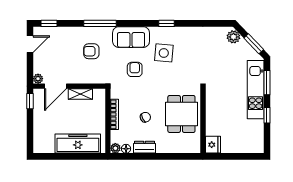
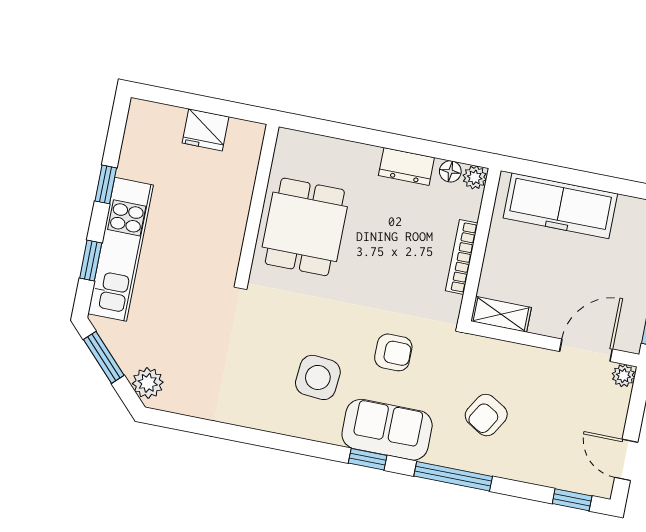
window: (167, 23) -> (368, 459), moved
door: (30, 44) -> (626, 460), hinge flipped
armchair: (91, 51) -> (486, 415), turned 121
armchair: (135, 69) -> (393, 352), turned -90
window: (267, 83) -> (91, 261), width x0.67
shelving: (80, 94) -> (501, 314), moved
chair: (145, 117) -> (391, 236), removed
fridge: (213, 145) -> (205, 130), moved, turned -90

